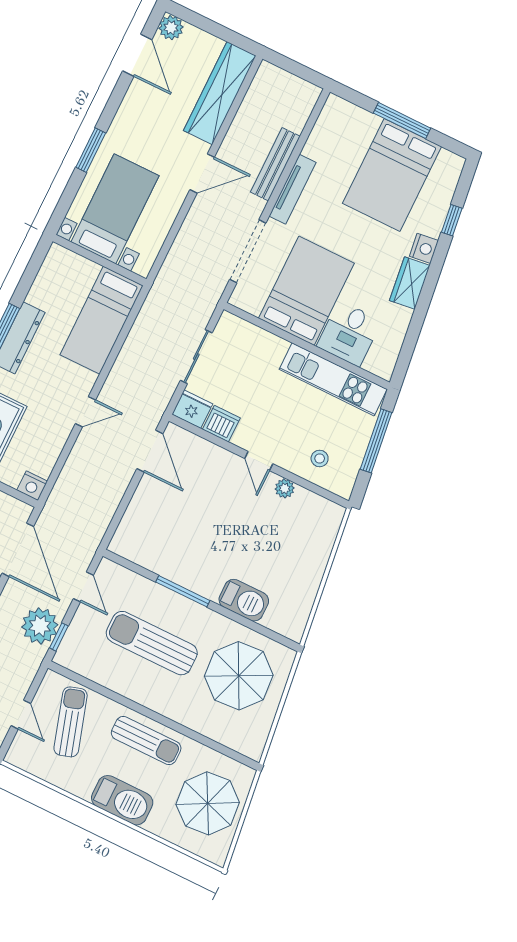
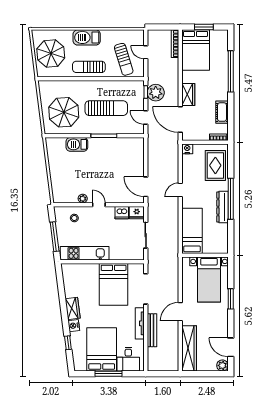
desk: (349, 334) -> (128, 359), moved, turned 180

